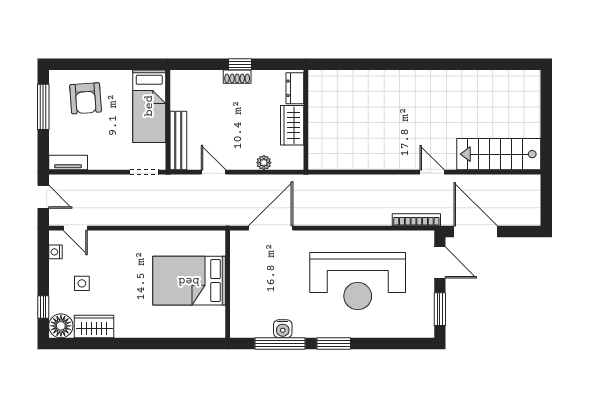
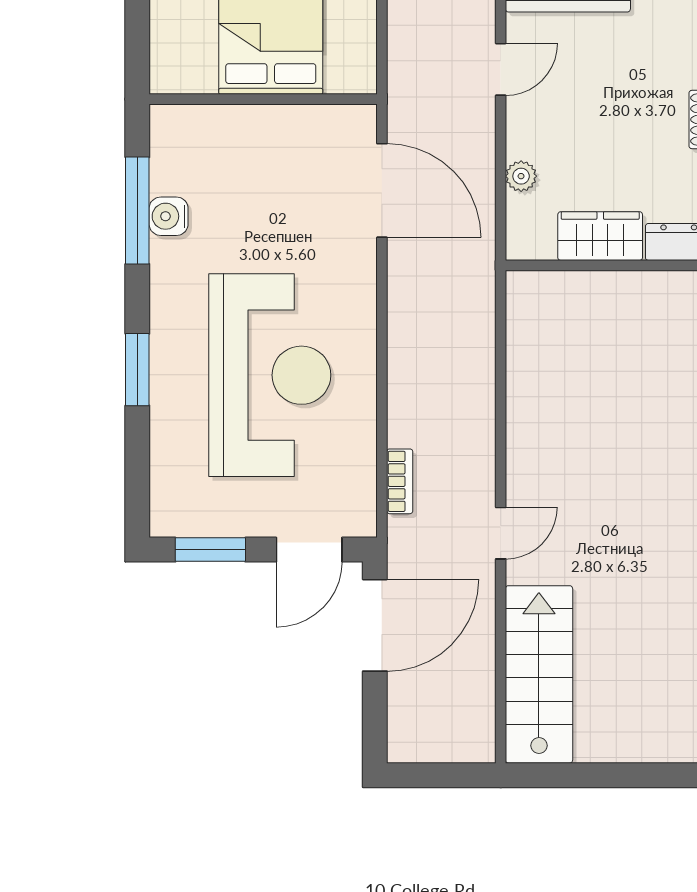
bookcase: (416, 220) -> (400, 481), width x0.64
reception desk: (358, 281) -> (270, 375), turned 180
window: (334, 343) -> (137, 370), moved

